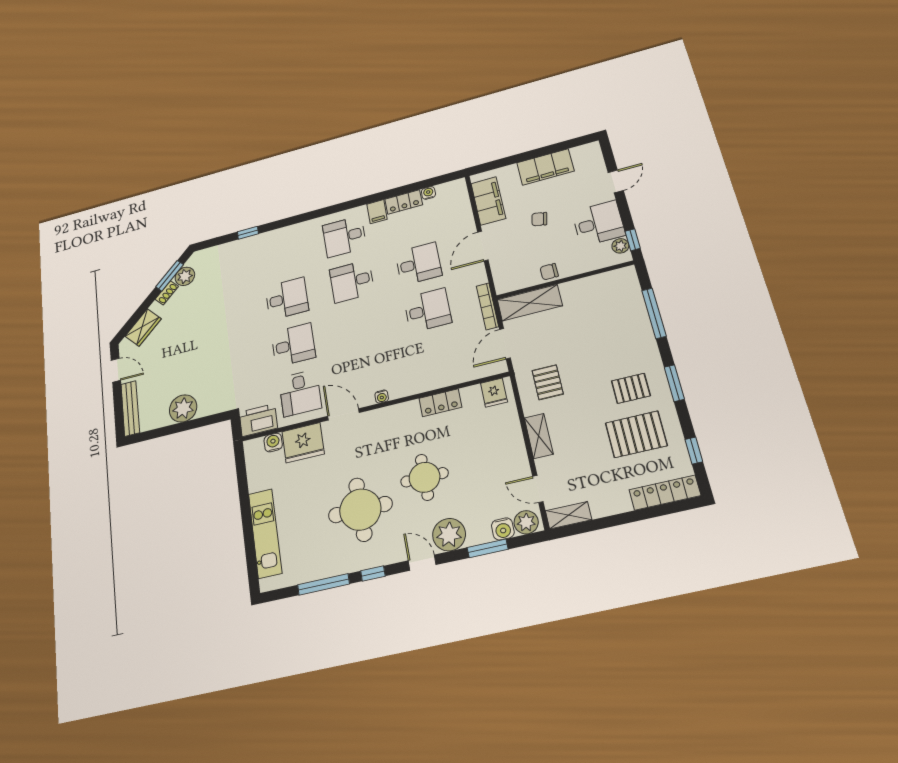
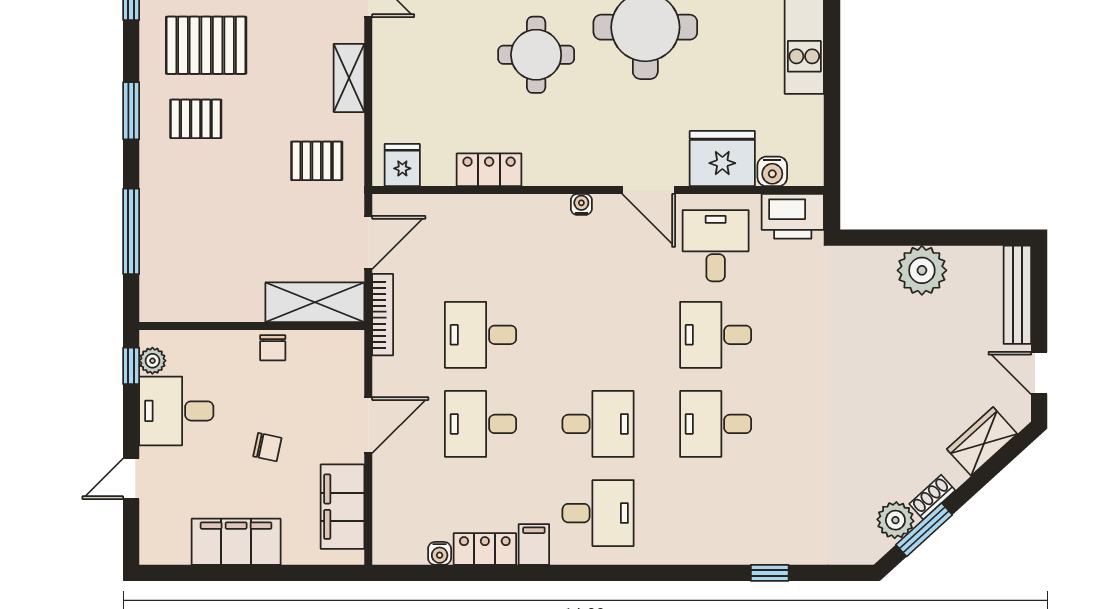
chair: (549, 272) -> (273, 348), turned 90
pallet: (548, 382) -> (317, 161), turned 90

